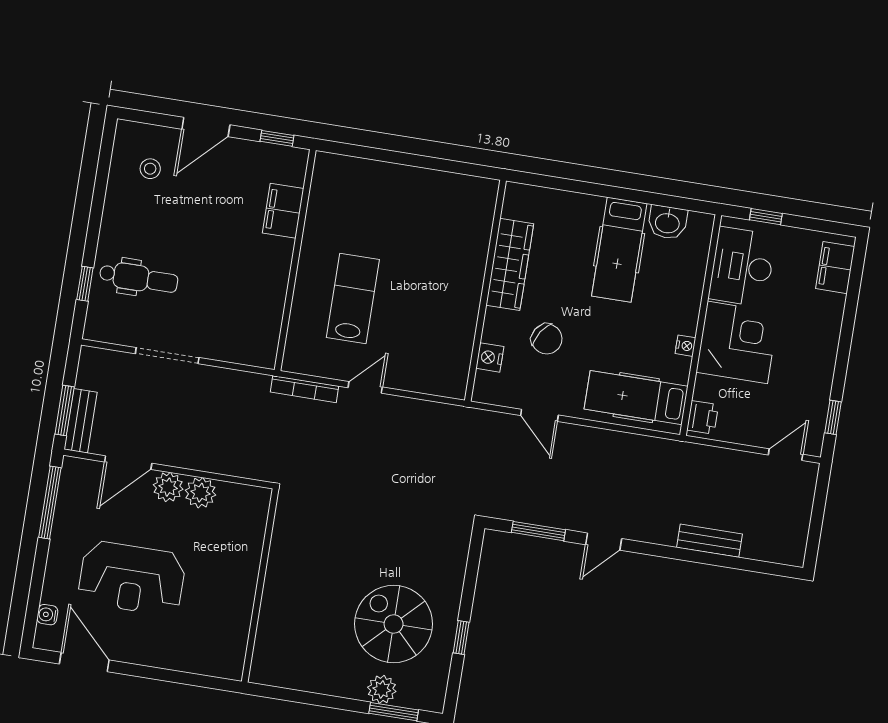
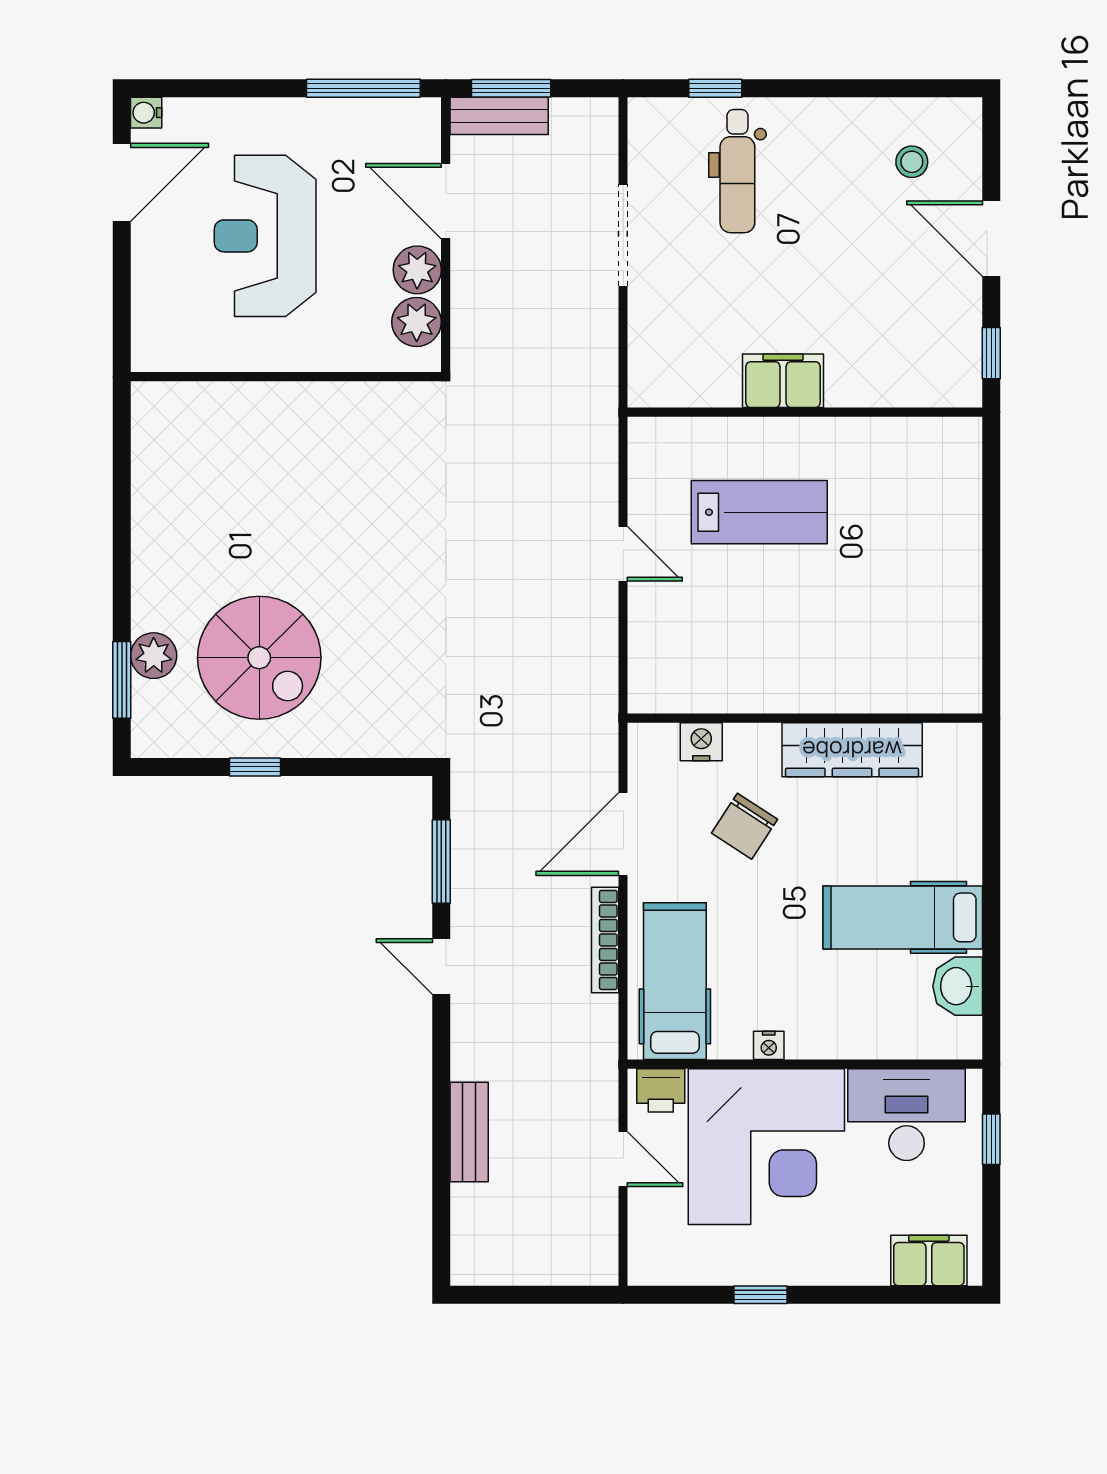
filing cabinet: (283, 211) -> (783, 381), moved
corner desk: (737, 342) -> (766, 1147), width x1.36, depth x1.36
bookcase: (304, 389) -> (605, 940), moved
door: (539, 415) -> (623, 834), width x1.38
window: (833, 417) -> (761, 1295), moved
door: (786, 455) -> (623, 1159), moved
wall: (260, 586) -> (286, 377), moved
water cooler: (47, 615) -> (146, 113), moved, turned -90
spiral stairs: (394, 624) -> (259, 658), turned 90

